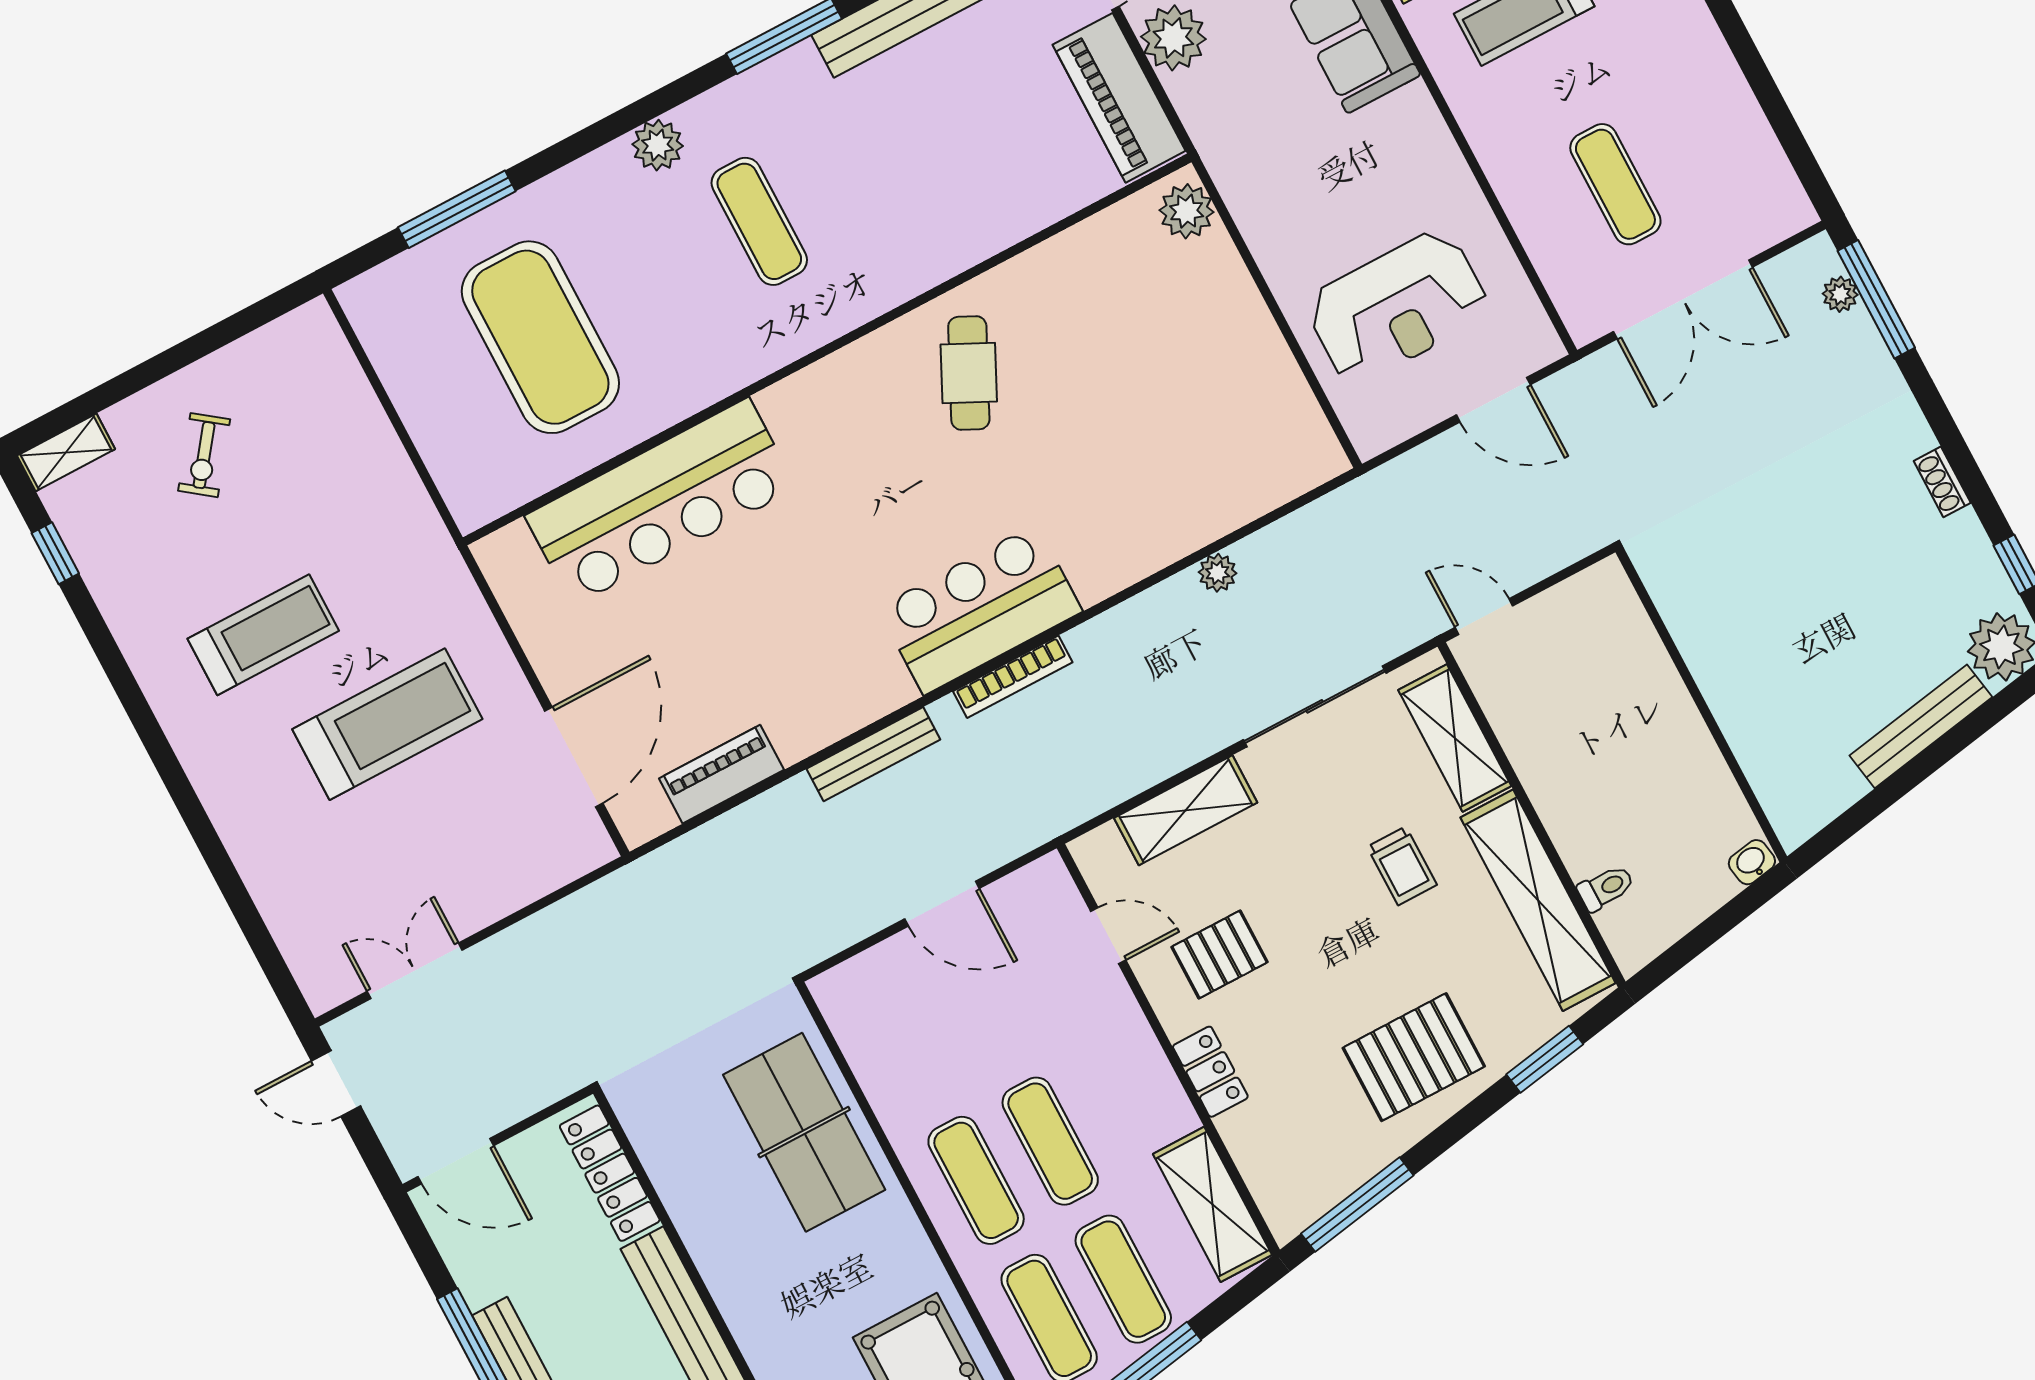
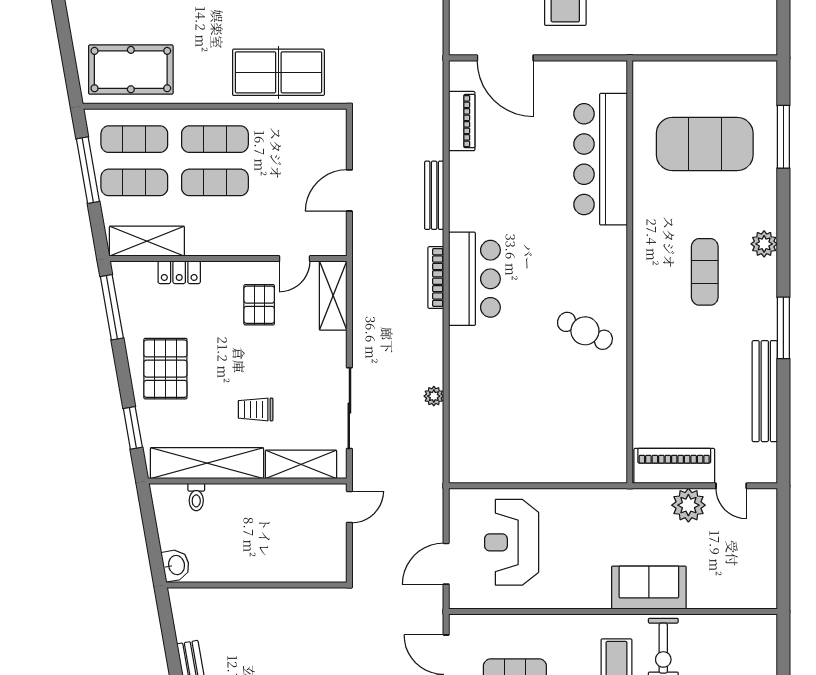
plant: (1187, 211) -> (606, 469), removed
exercise mat: (759, 221) -> (705, 272), turned 90
shelving: (1186, 810) -> (333, 296), moved
washbasin: (1752, 862) -> (176, 565), width x1.38, depth x1.45
locker: (1210, 1072) -> (179, 272), moved

